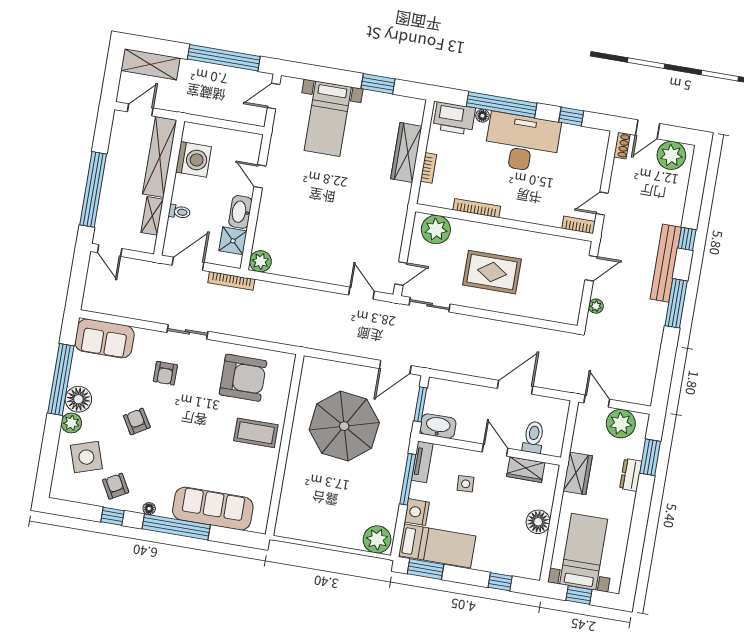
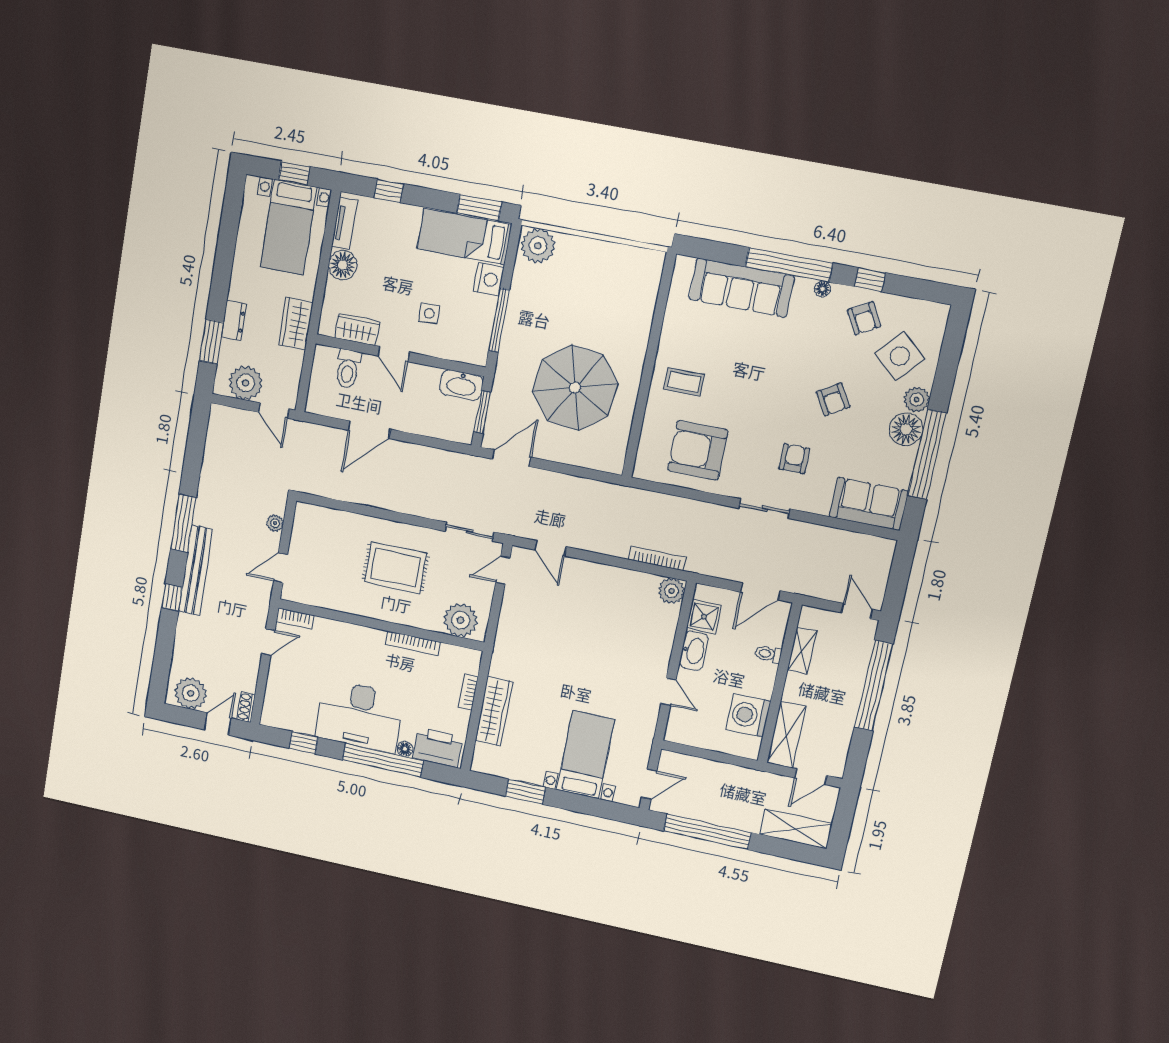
shelving: (160, 157) -> (786, 735), width x0.68
bookcase: (231, 281) -> (657, 558), moved
coffee table: (256, 433) -> (684, 382), width x0.73, depth x0.77
side table: (86, 457) -> (900, 356), turned -31
tv unit: (422, 462) -> (345, 223), moved, turned 180

